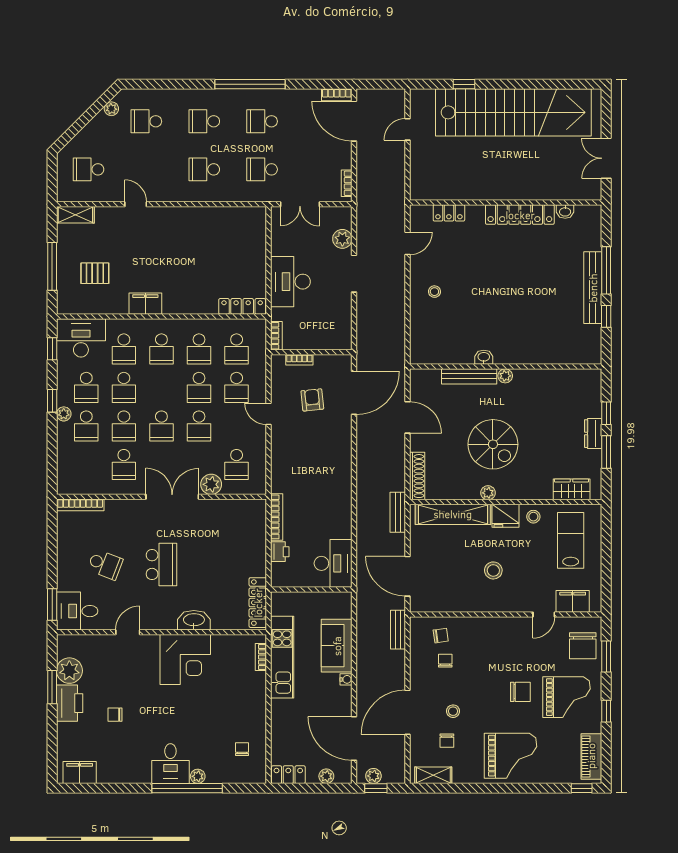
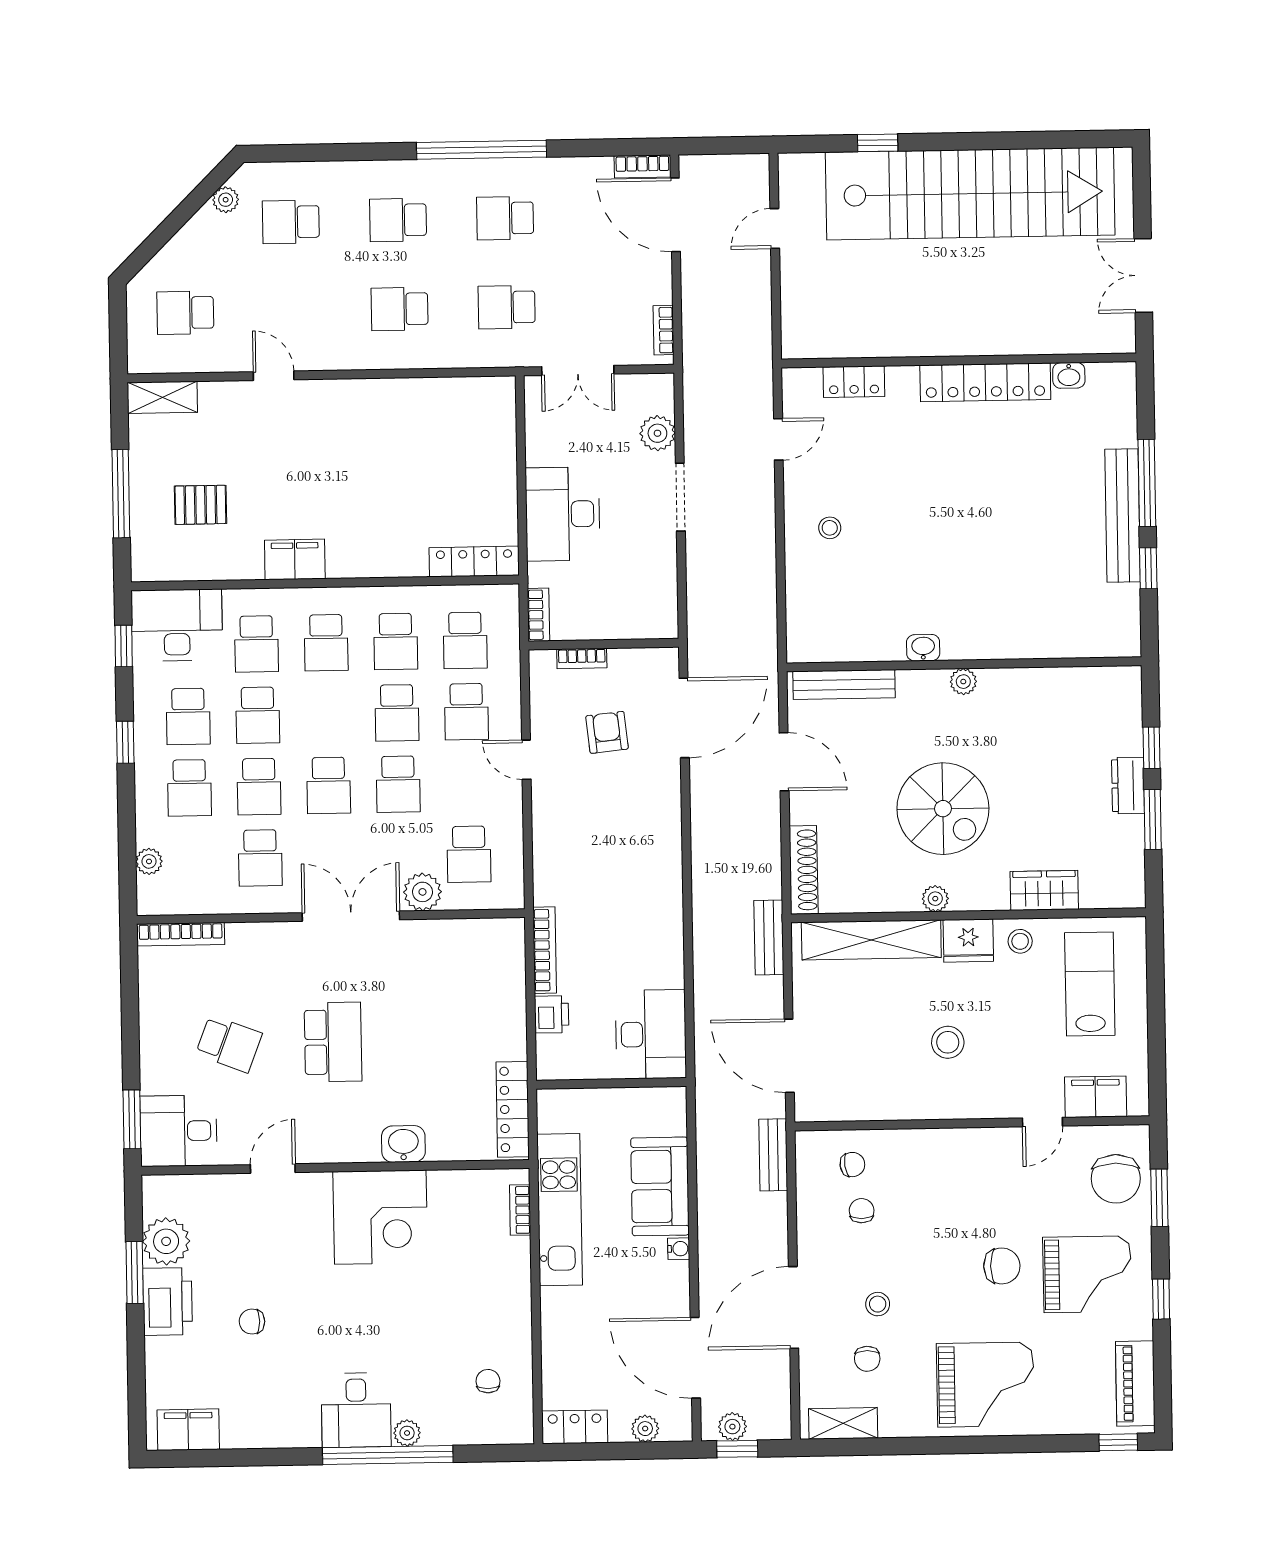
bench: (469, 376) -> (844, 685), moved
plant: (64, 414) -> (149, 861), moved
wardrobe: (572, 489) -> (1044, 890), moved
washbasin: (194, 620) -> (403, 1144), width x0.72

